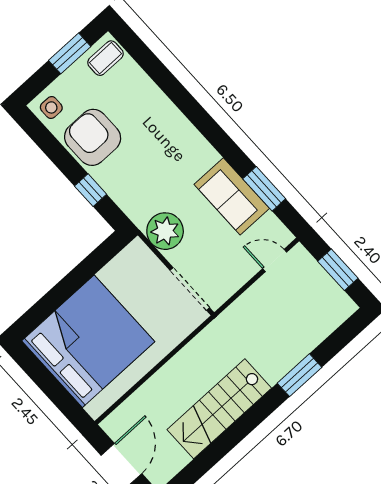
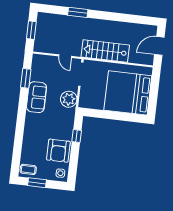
sofa: (232, 196) -> (36, 97), moved
door: (275, 260) -> (65, 56), moved
stairs: (219, 409) -> (105, 51), moved, turned 180

